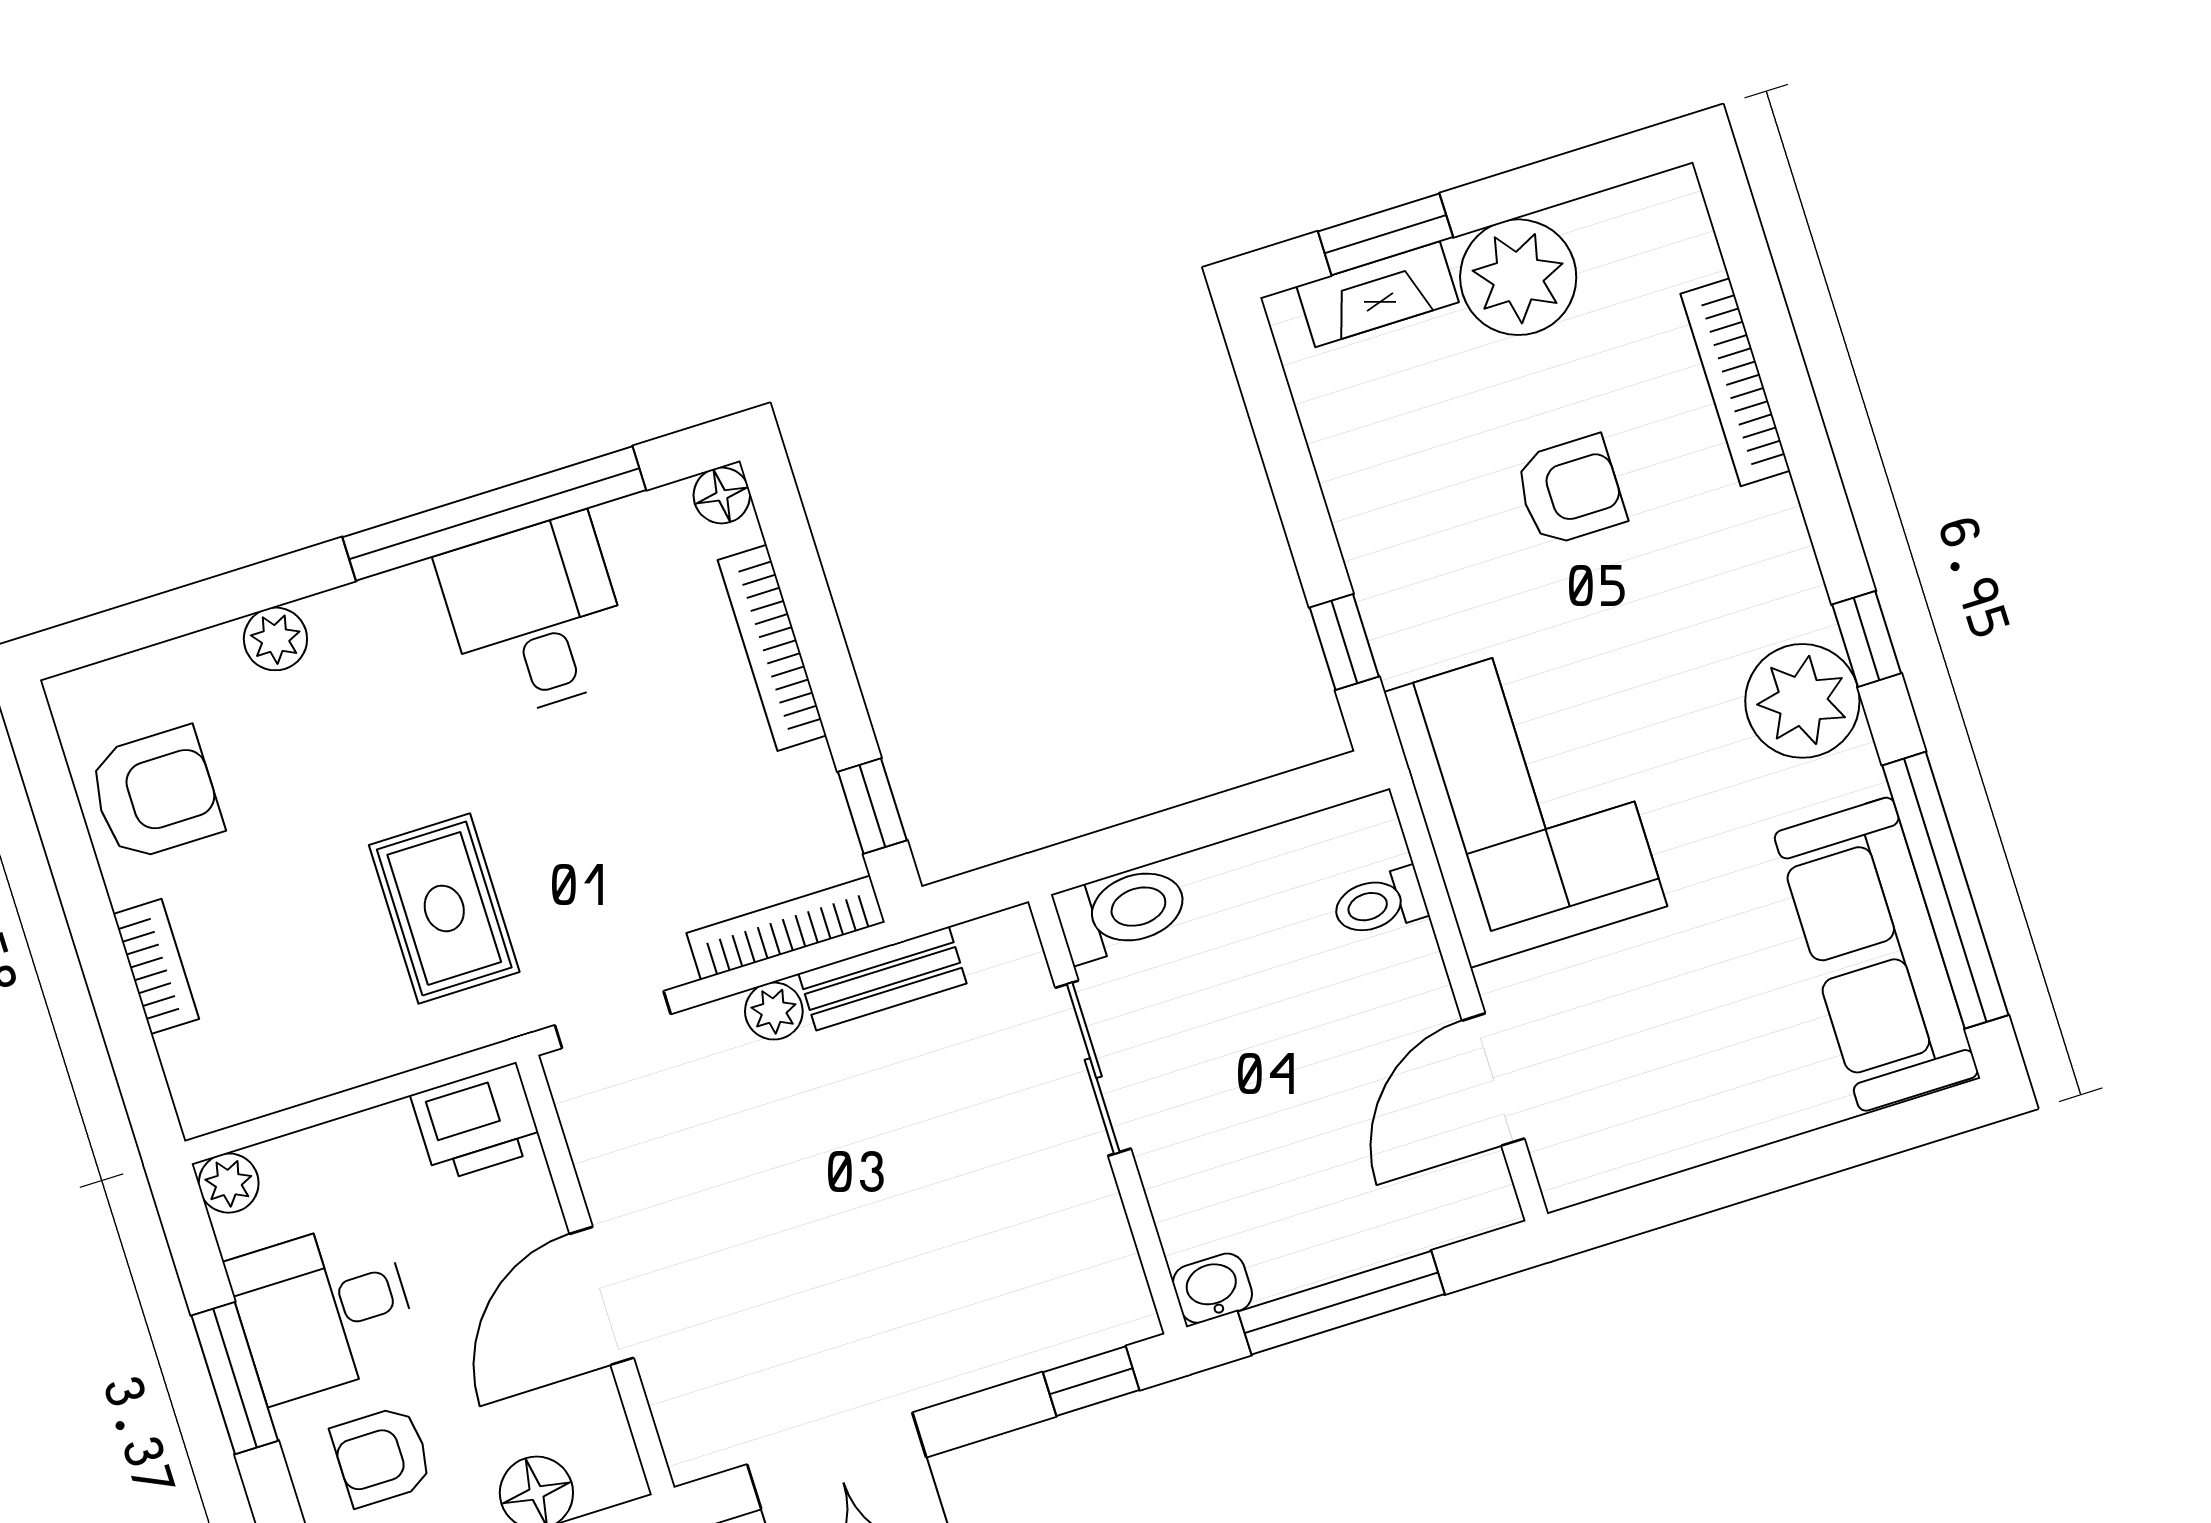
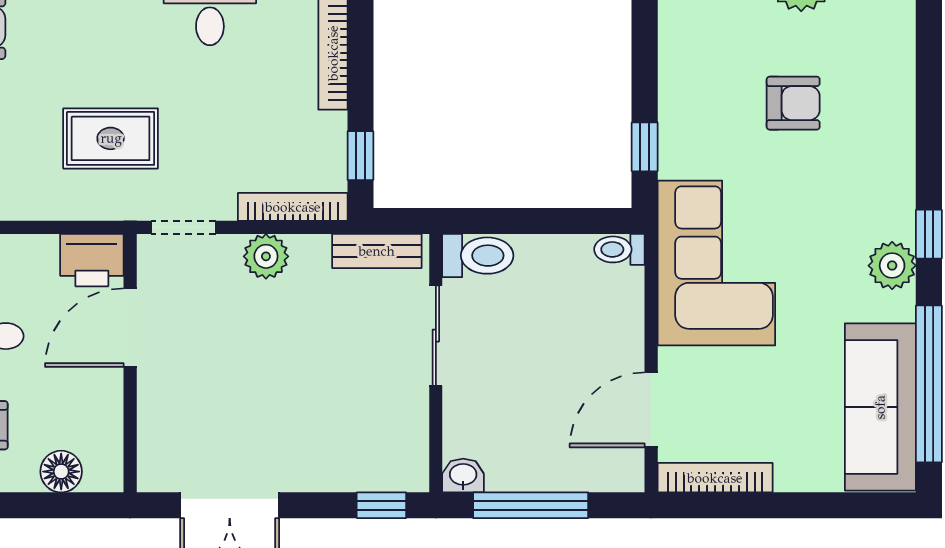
bookcase: (1735, 382) -> (715, 478), moved, turned 90
plant: (1802, 701) -> (892, 266), width x0.73, depth x0.73
toilet: (1380, 903) -> (619, 249), moved
rug: (444, 908) -> (111, 138), turned 90
bench: (883, 978) -> (377, 251), moved
plant: (774, 1011) -> (266, 256), width x1.38, depth x1.38
door: (602, 1296) -> (130, 328), moved

